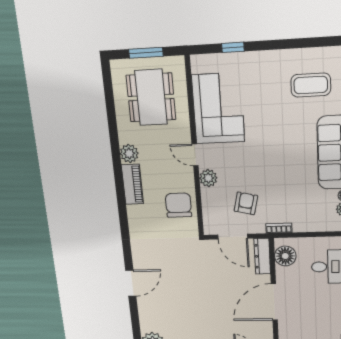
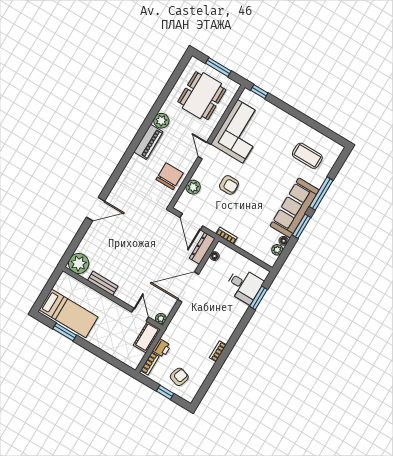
window: (233, 47) -> (259, 92), moved
plant: (208, 178) -> (193, 187), moved
armchair: (246, 203) -> (229, 185), moved, turned 77
floor lamp: (285, 256) -> (215, 256), width x0.53, depth x0.53

